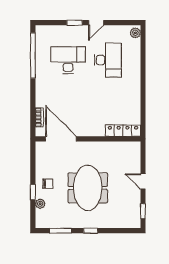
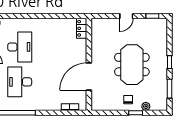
desk: (108, 60) -> (20, 47), turned 90
locker: (123, 131) -> (82, 28), width x0.66
door: (61, 139) -> (89, 77), moved
meeting table: (88, 188) -> (132, 65), turned 90

